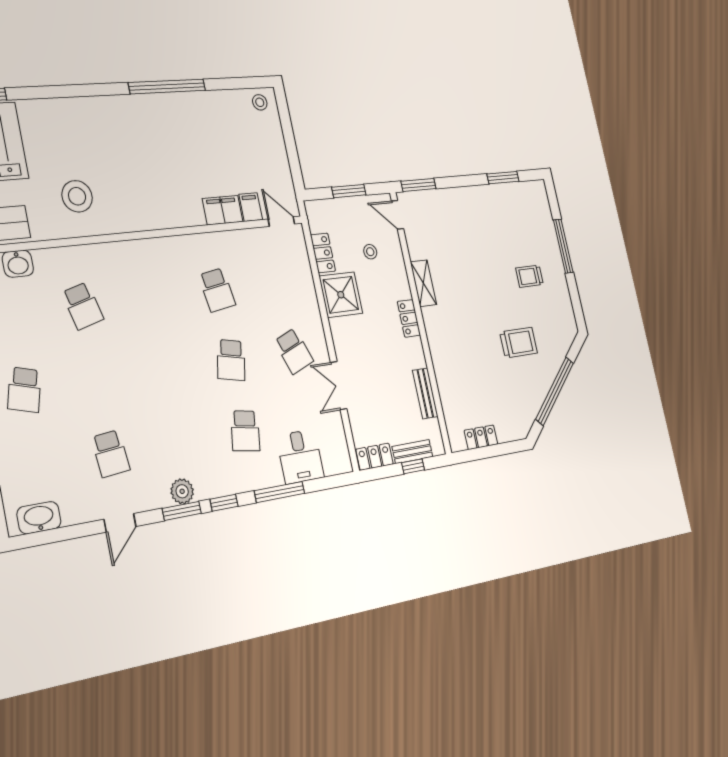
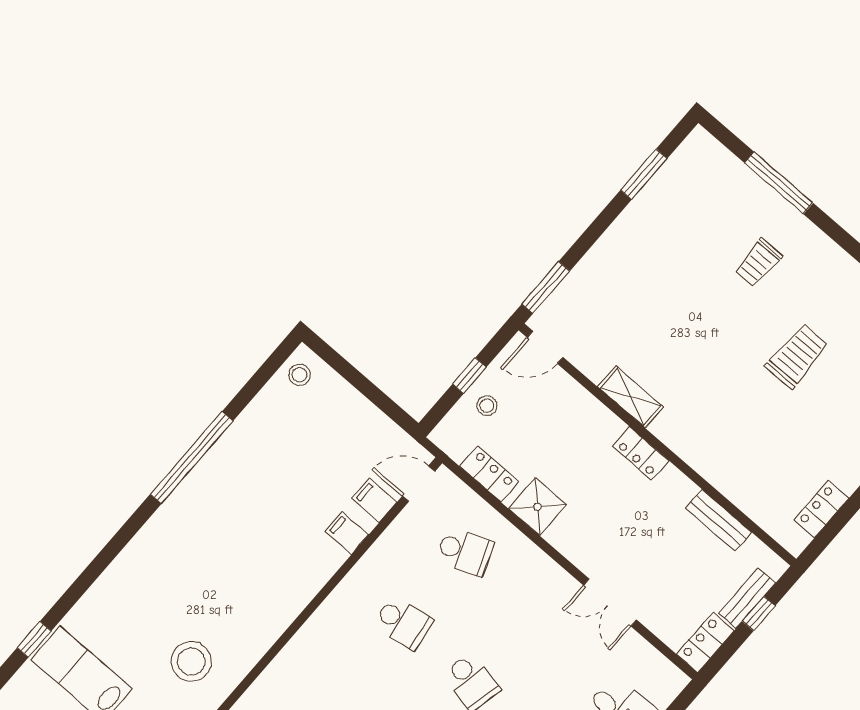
window: (349, 191) -> (470, 376), width x0.67
filing cabinet: (223, 210) -> (347, 533), width x0.50
stool: (370, 252) -> (487, 406), moved
shower: (341, 295) -> (538, 507), width x0.73, depth x0.73
school desk: (294, 351) -> (465, 552), moved

